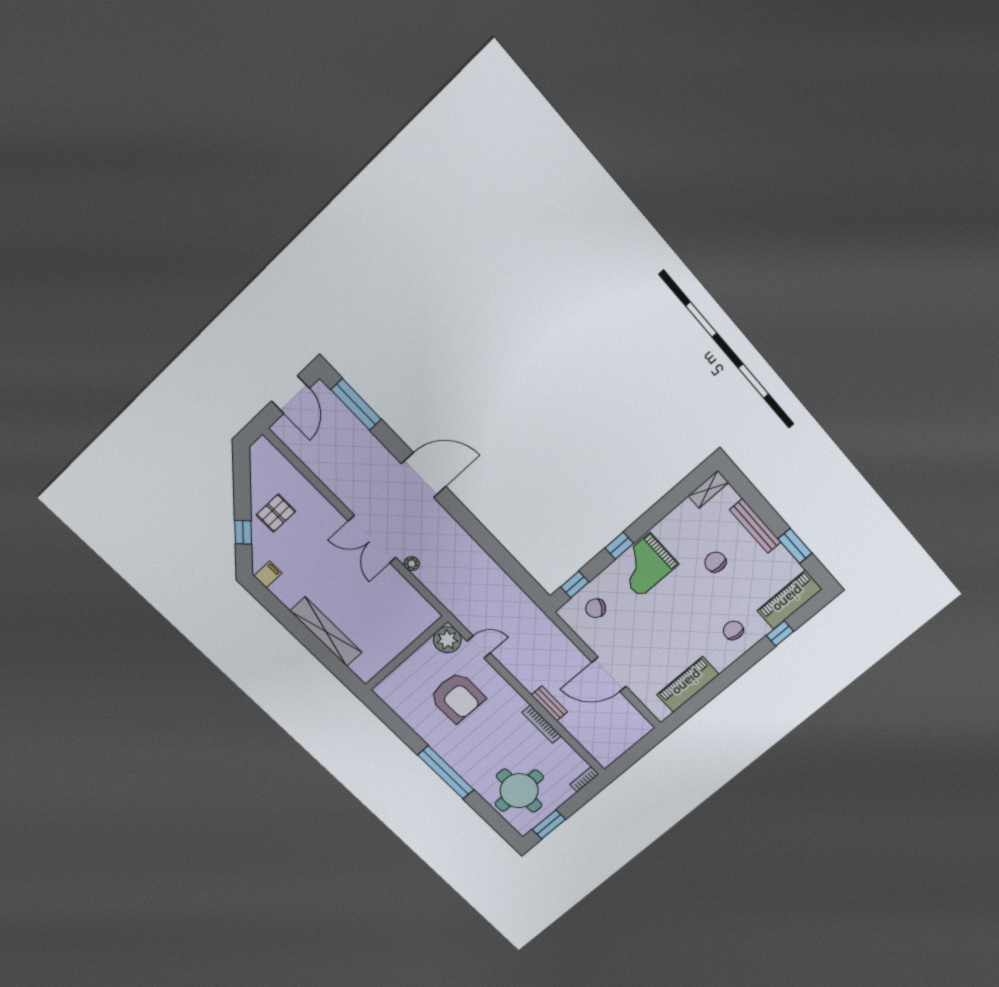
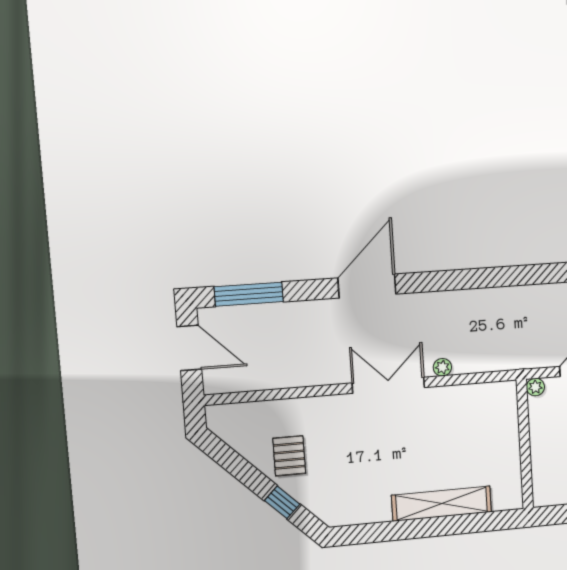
double door: (372, 539) -> (388, 385), swing flipped
filing cabinet: (268, 574) -> (341, 513), removed
plant: (447, 640) -> (535, 387), width x0.53, depth x0.53

